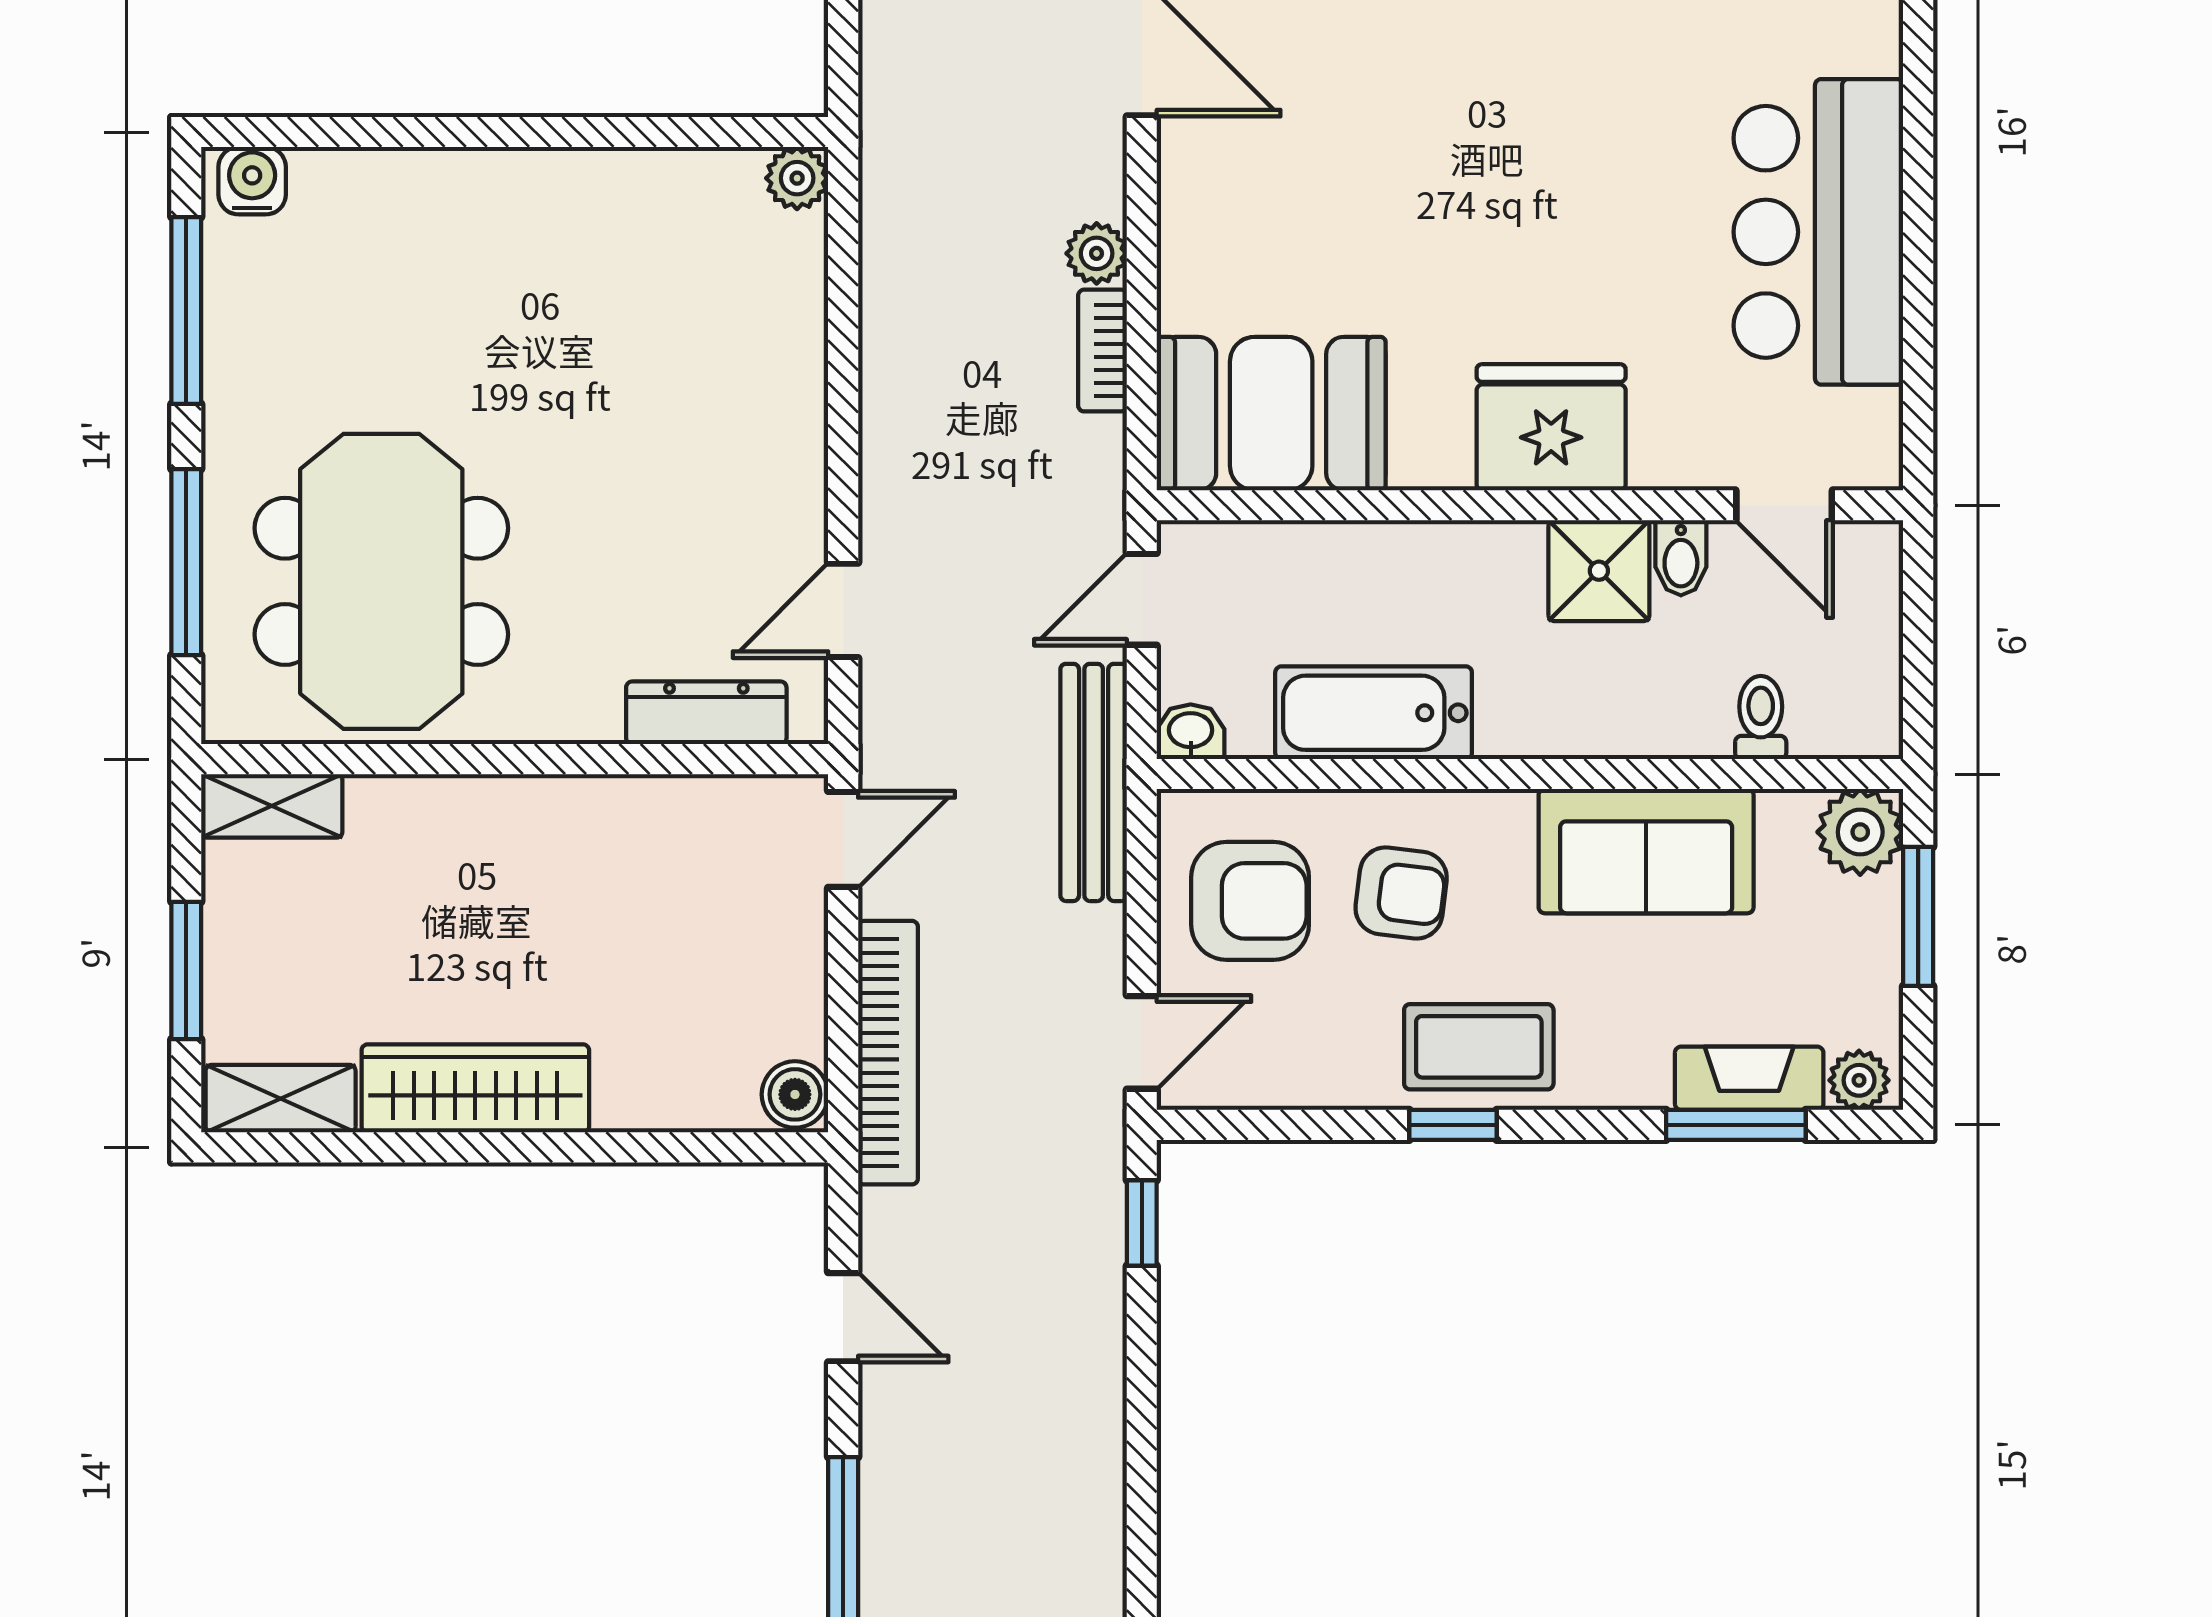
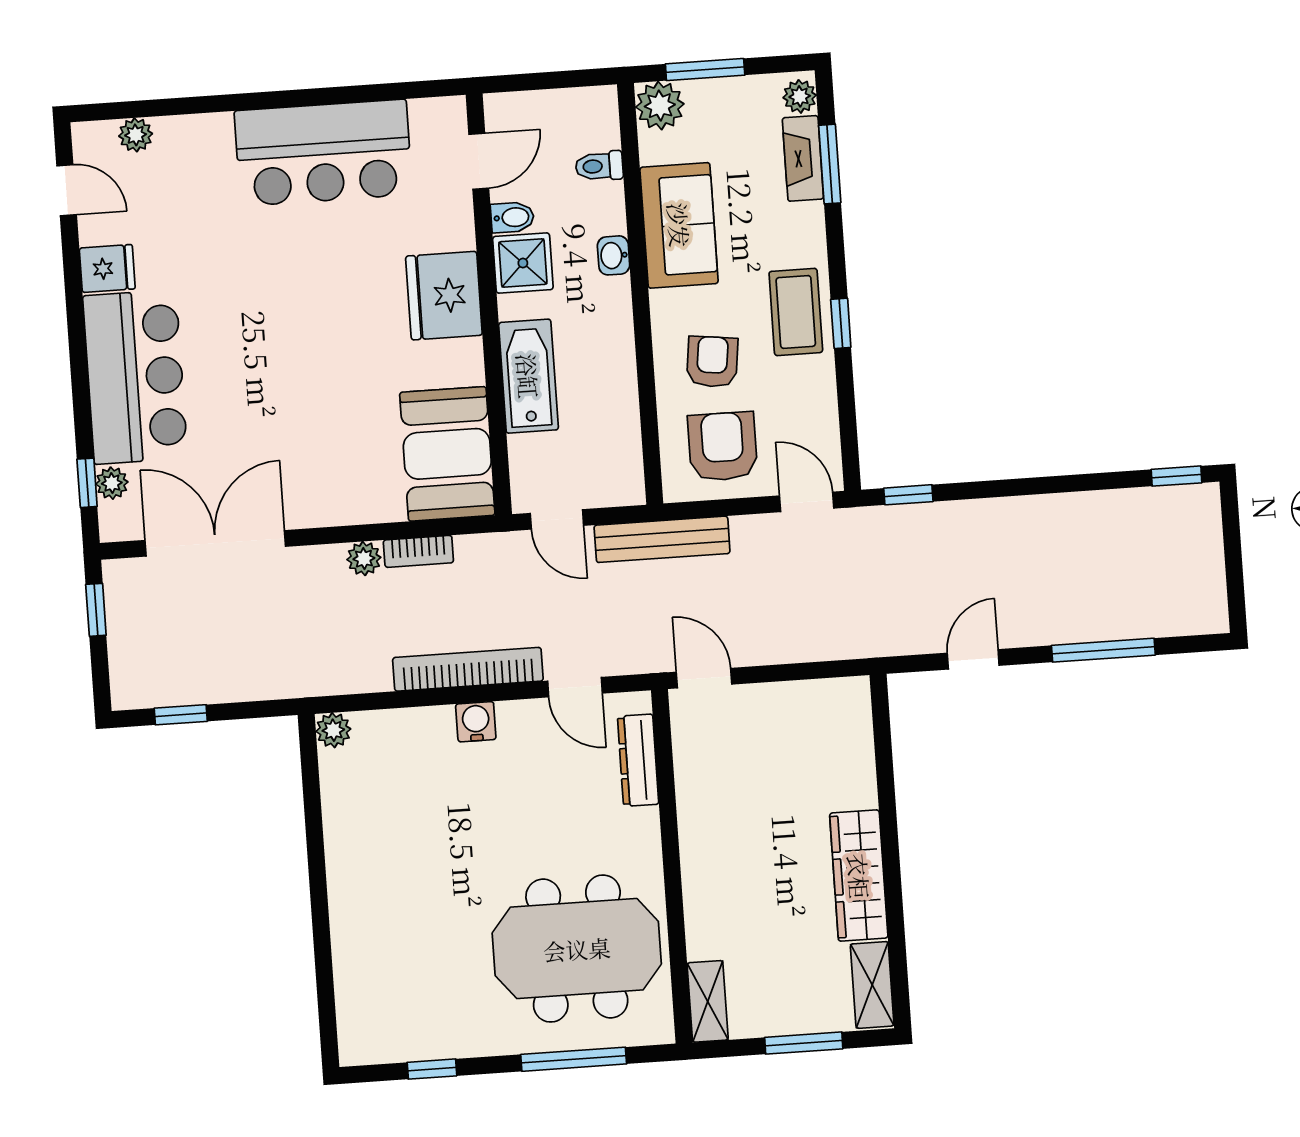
water cooler: (252, 181) -> (476, 722), moved, turned 90
window: (186, 311) -> (432, 1069), width x0.46
bathtub: (1374, 713) -> (528, 376), moved, turned 180
washbasin: (1191, 732) -> (614, 255), moved
bookcase: (888, 1053) -> (468, 669), moved
boiler: (795, 1094) -> (850, 695), removed

